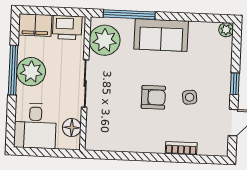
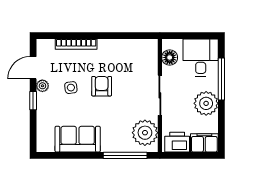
plant: (226, 30) -> (42, 86), moved
sofa: (161, 35) -> (78, 139), moved
window: (13, 70) -> (221, 79), moved
armchair: (153, 97) -> (102, 86), turned 90
bookcase: (181, 148) -> (76, 44), width x1.56

